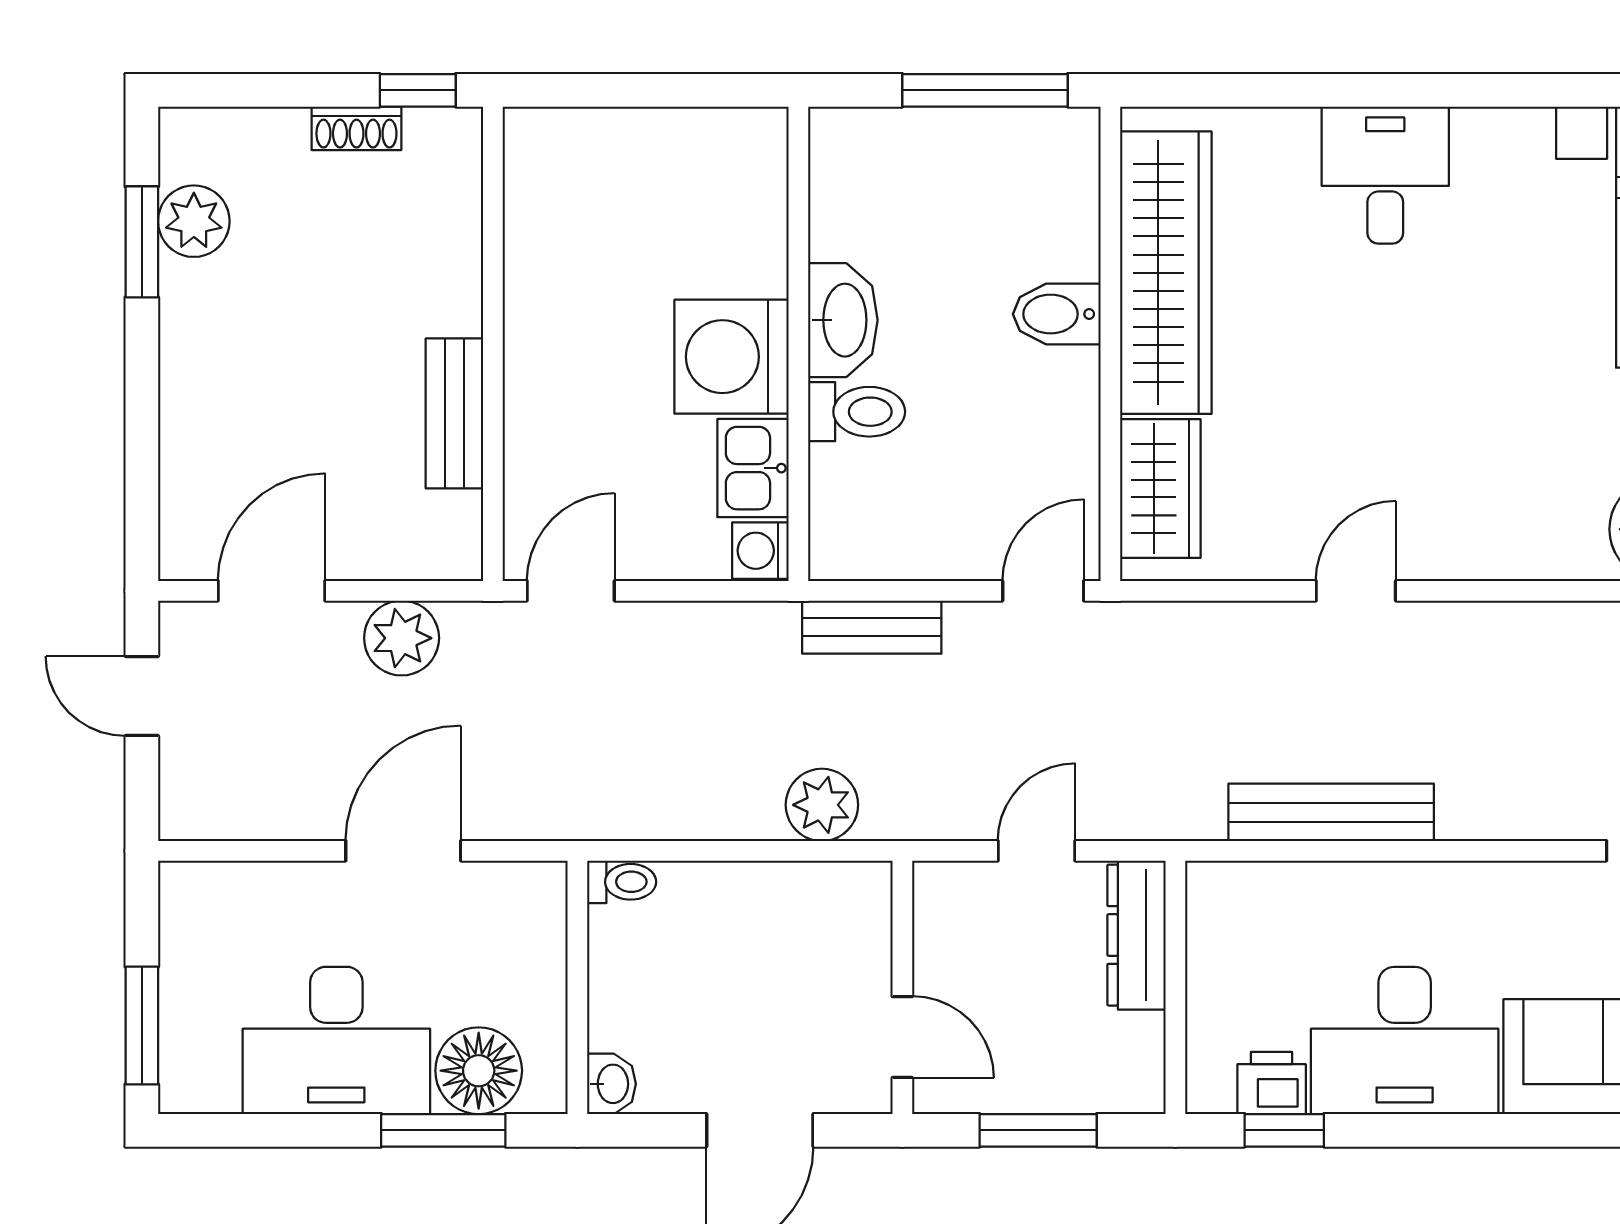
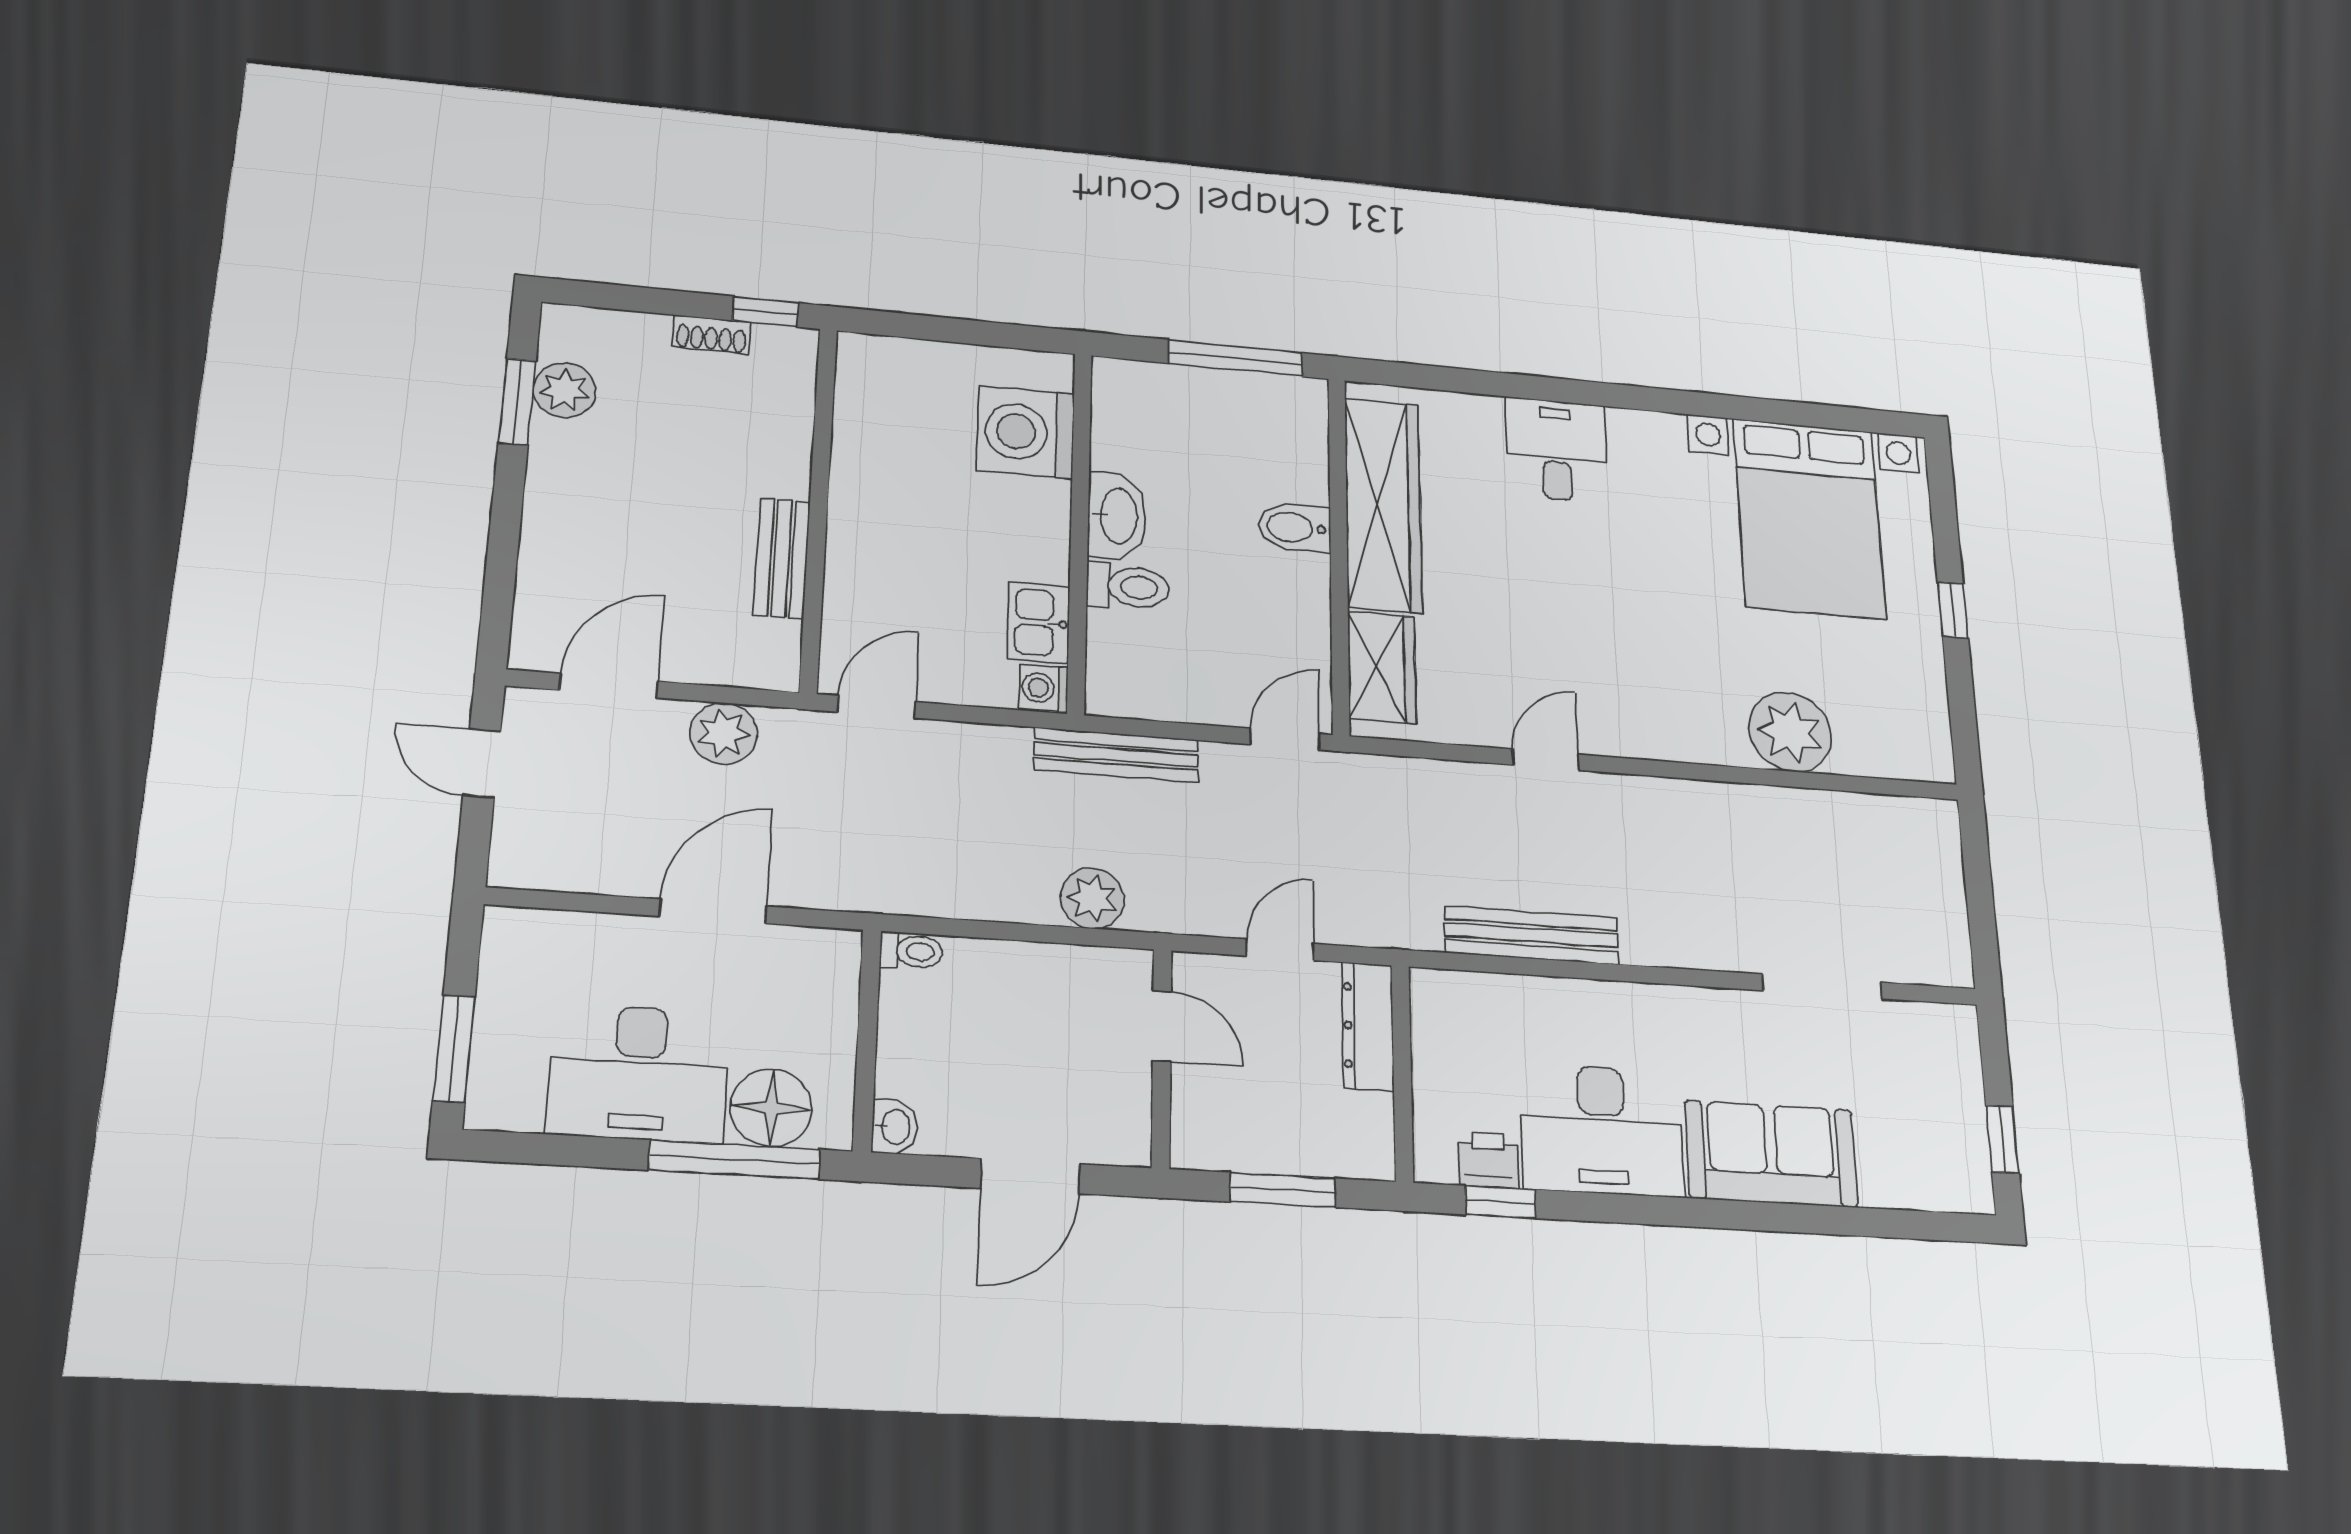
washing machine: (731, 357) -> (1026, 432), moved
bench: (872, 627) -> (1116, 755), width x1.36
door: (902, 1037) -> (1162, 1026), moved
window: (443, 1130) -> (735, 1160), width x1.44

